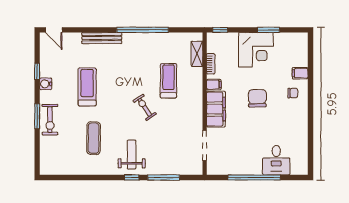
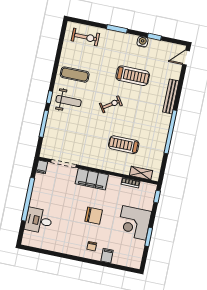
treadmill: (168, 81) -> (124, 145), turned 180
filing cabinet: (214, 85) -> (42, 167), moved
exercise bike: (145, 107) -> (111, 104), moved
exercise bike: (50, 120) -> (85, 37), moved, turned 180
exercise mat: (94, 138) -> (75, 75), moved

